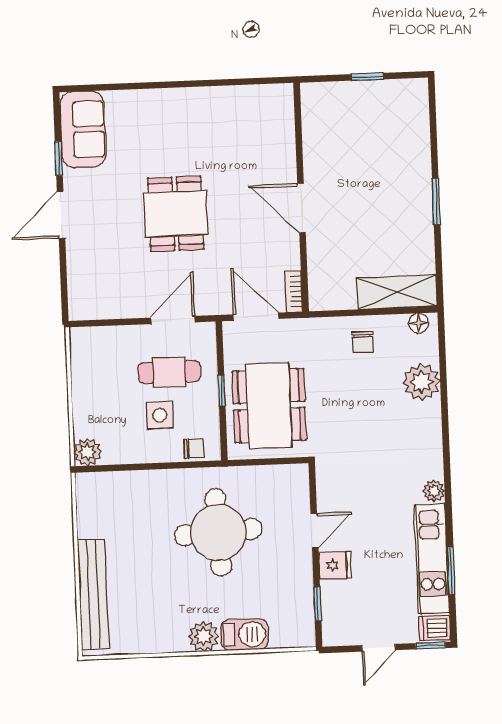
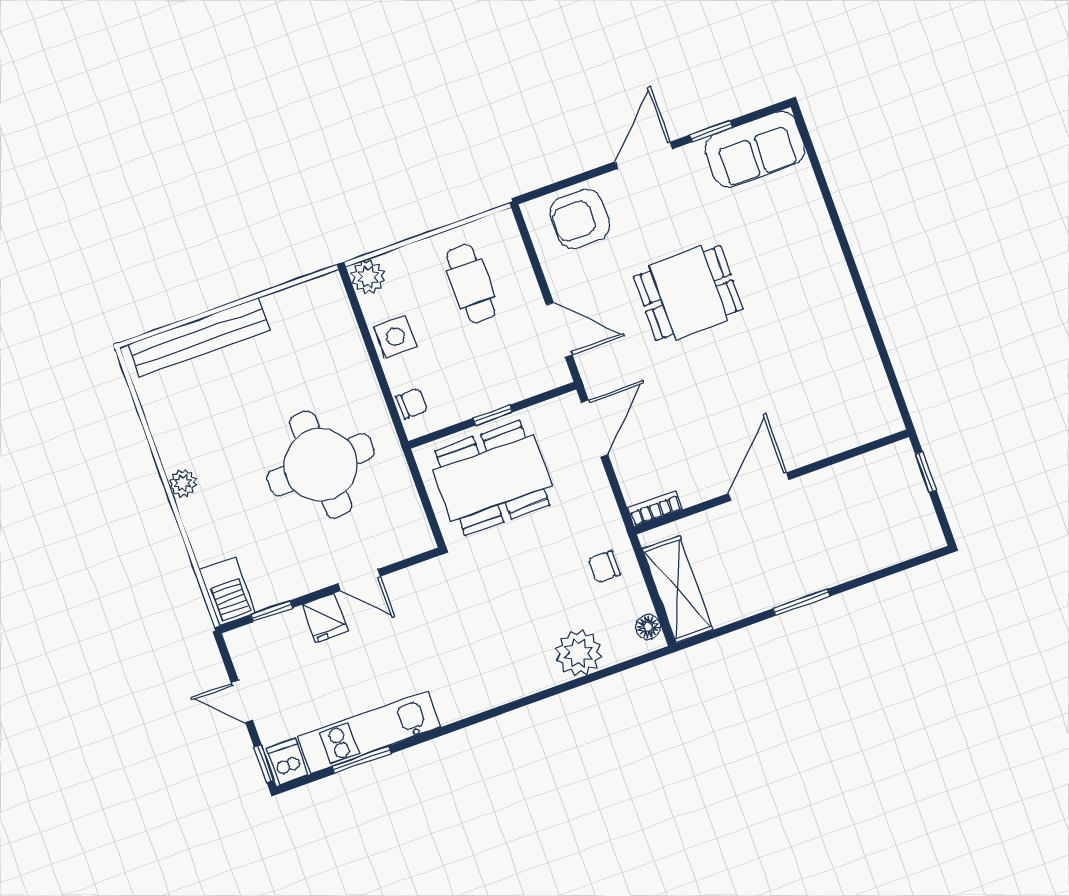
wall: (301, 197) -> (771, 482), moved
door: (302, 208) -> (759, 487), moved
door: (61, 215) -> (644, 155), hinge flipped
armchair: (94, 278) -> (580, 219), added
bookcase: (294, 292) -> (655, 509), moved
cafe table: (169, 372) -> (471, 284), moved
side table: (160, 415) -> (395, 337), moved
chair: (194, 449) -> (412, 404), turned -90
plant: (434, 491) -> (452, 709), removed
barbecue: (244, 634) -> (227, 591), moved
plant: (204, 636) -> (183, 483), width x0.73, depth x0.73

